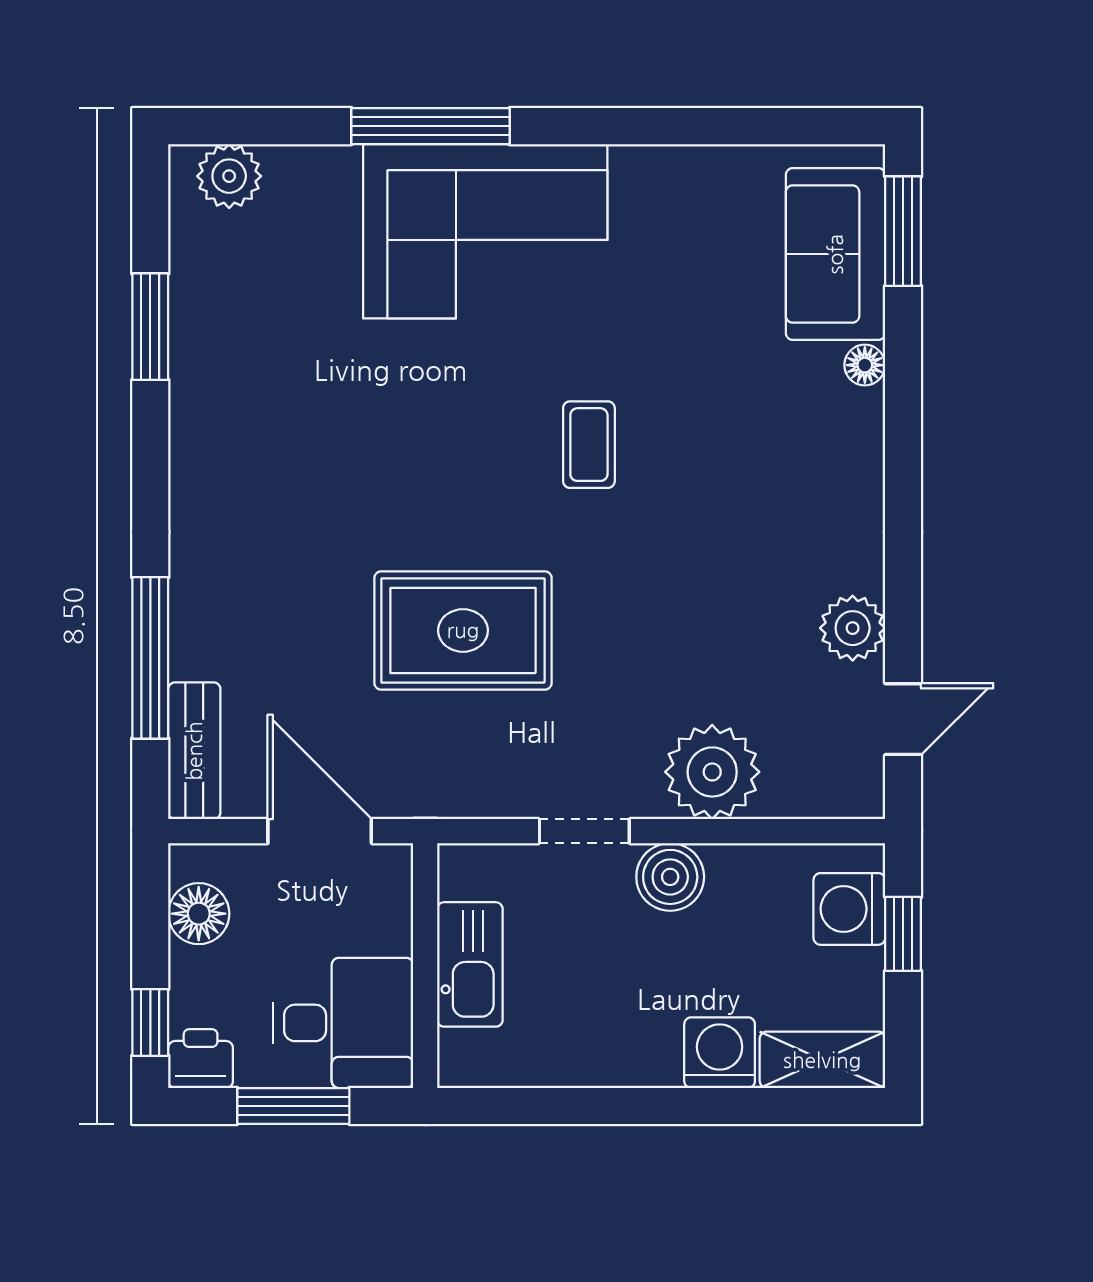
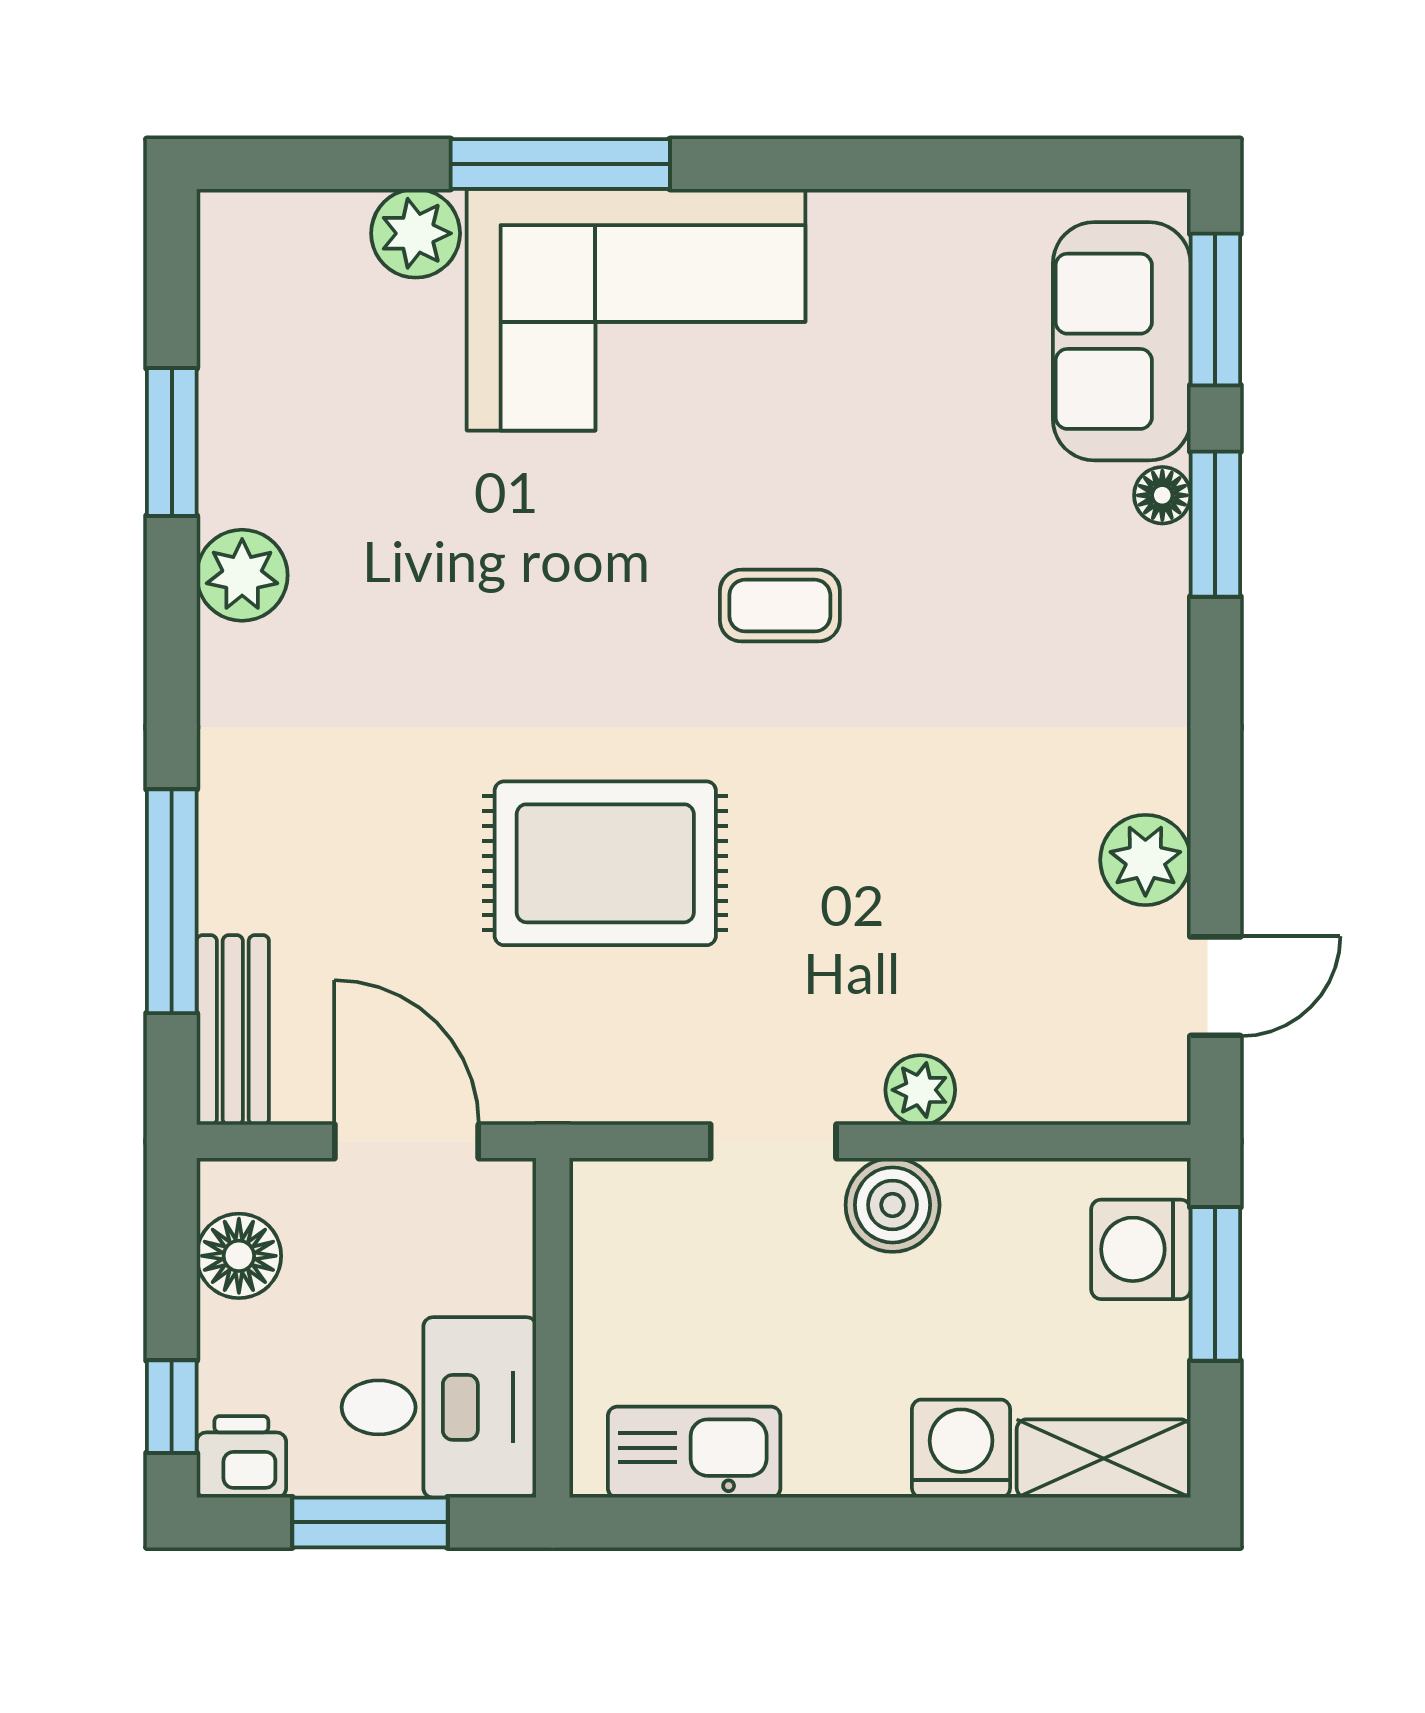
plant: (229, 176) -> (416, 233), moved
window: (903, 386) -> (1215, 524), added
plant: (201, 423) -> (242, 575), added
coffee table: (589, 445) -> (780, 606), turned 90
plant: (712, 772) -> (920, 1090), width x0.53, depth x0.53
window: (903, 934) -> (1215, 1284), width x1.50
kitchen sink: (470, 964) -> (694, 1452), moved, turned -90

